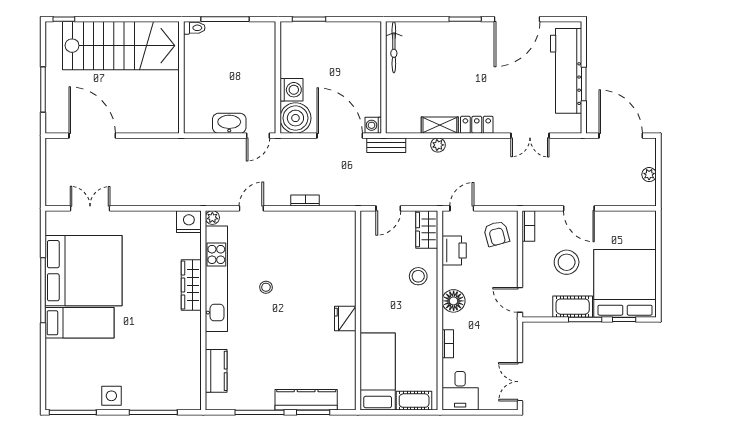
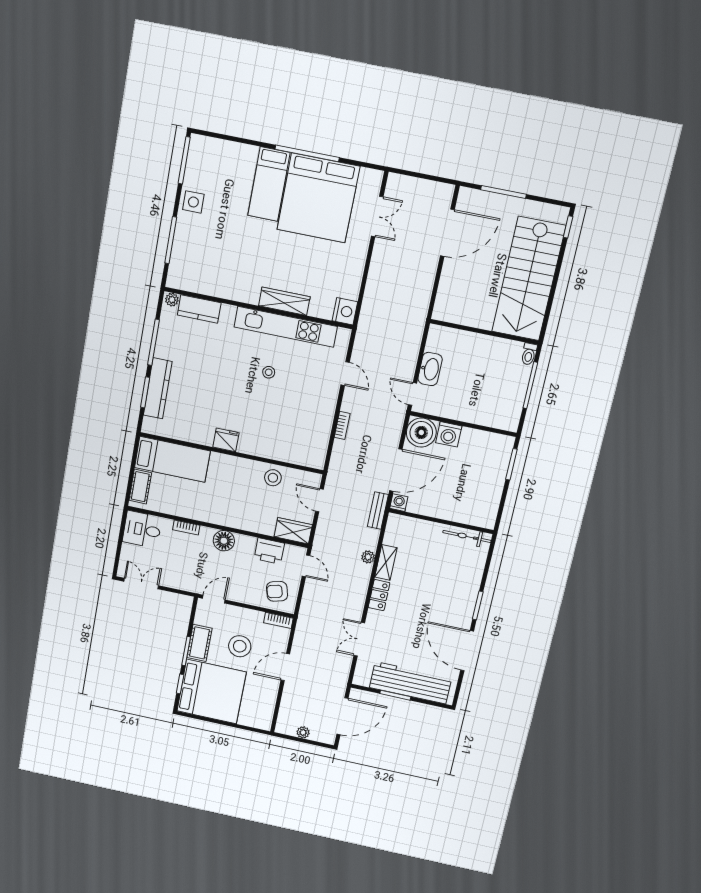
plant: (212, 218) -> (172, 300), moved
stool: (418, 276) -> (273, 478), moved

